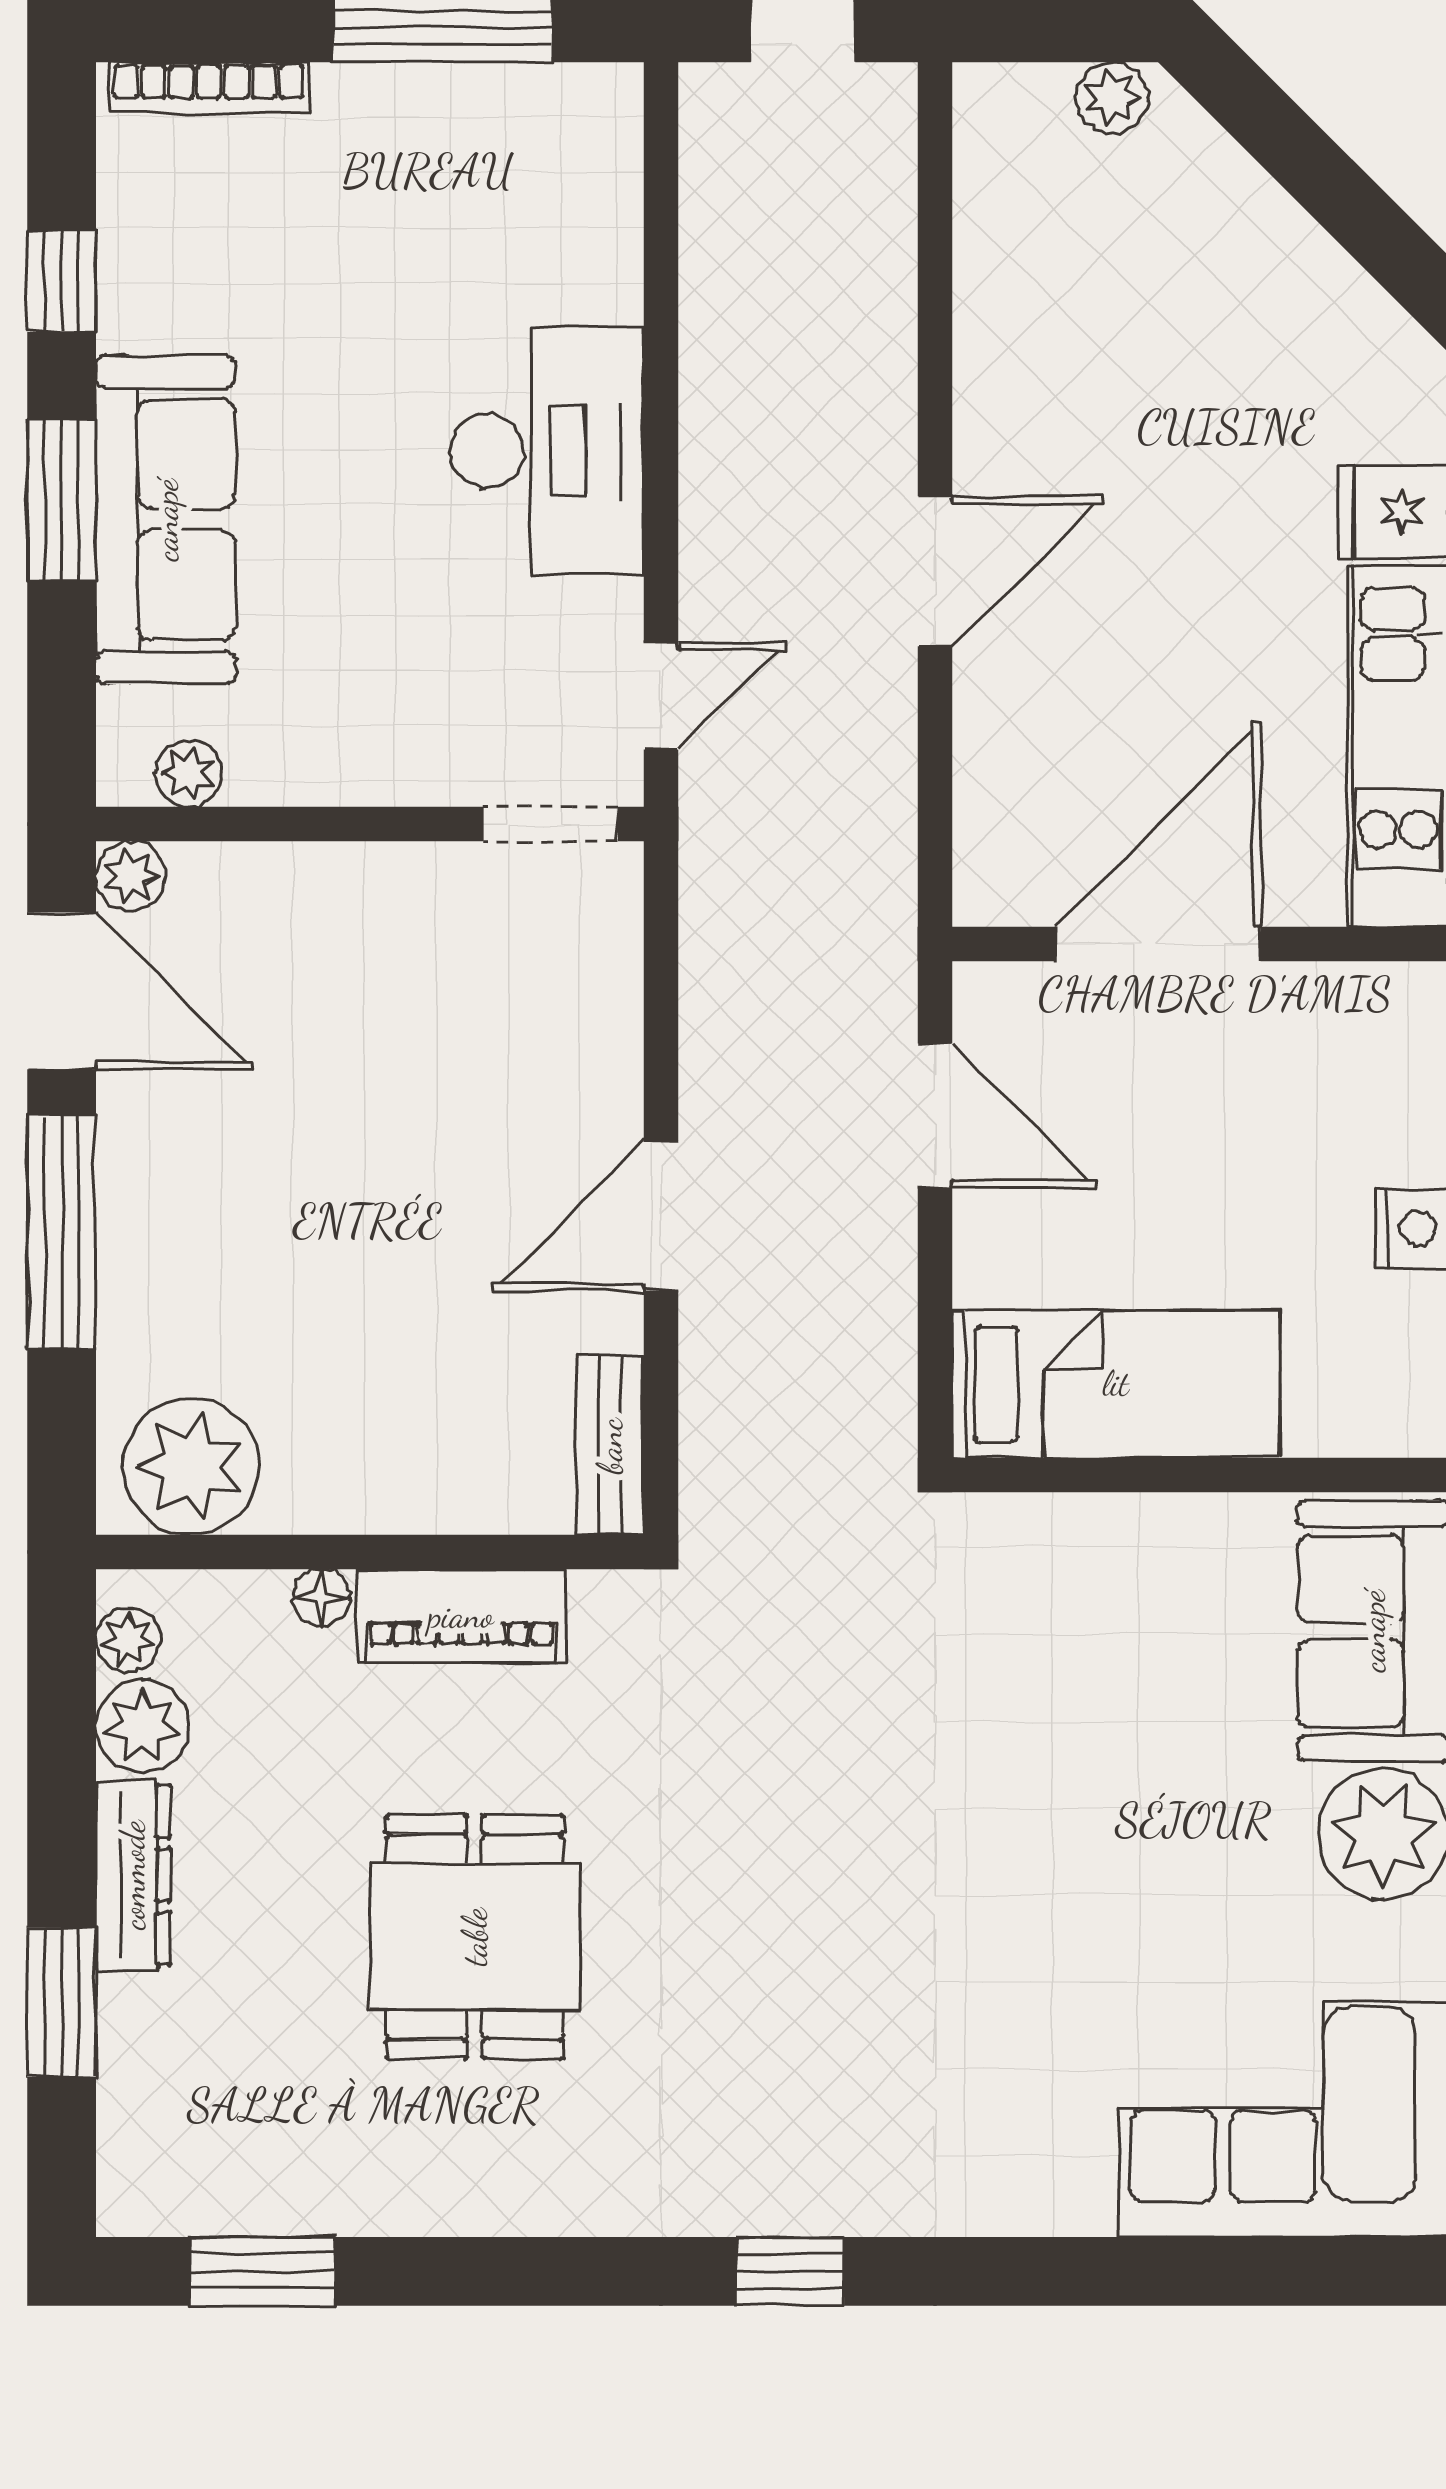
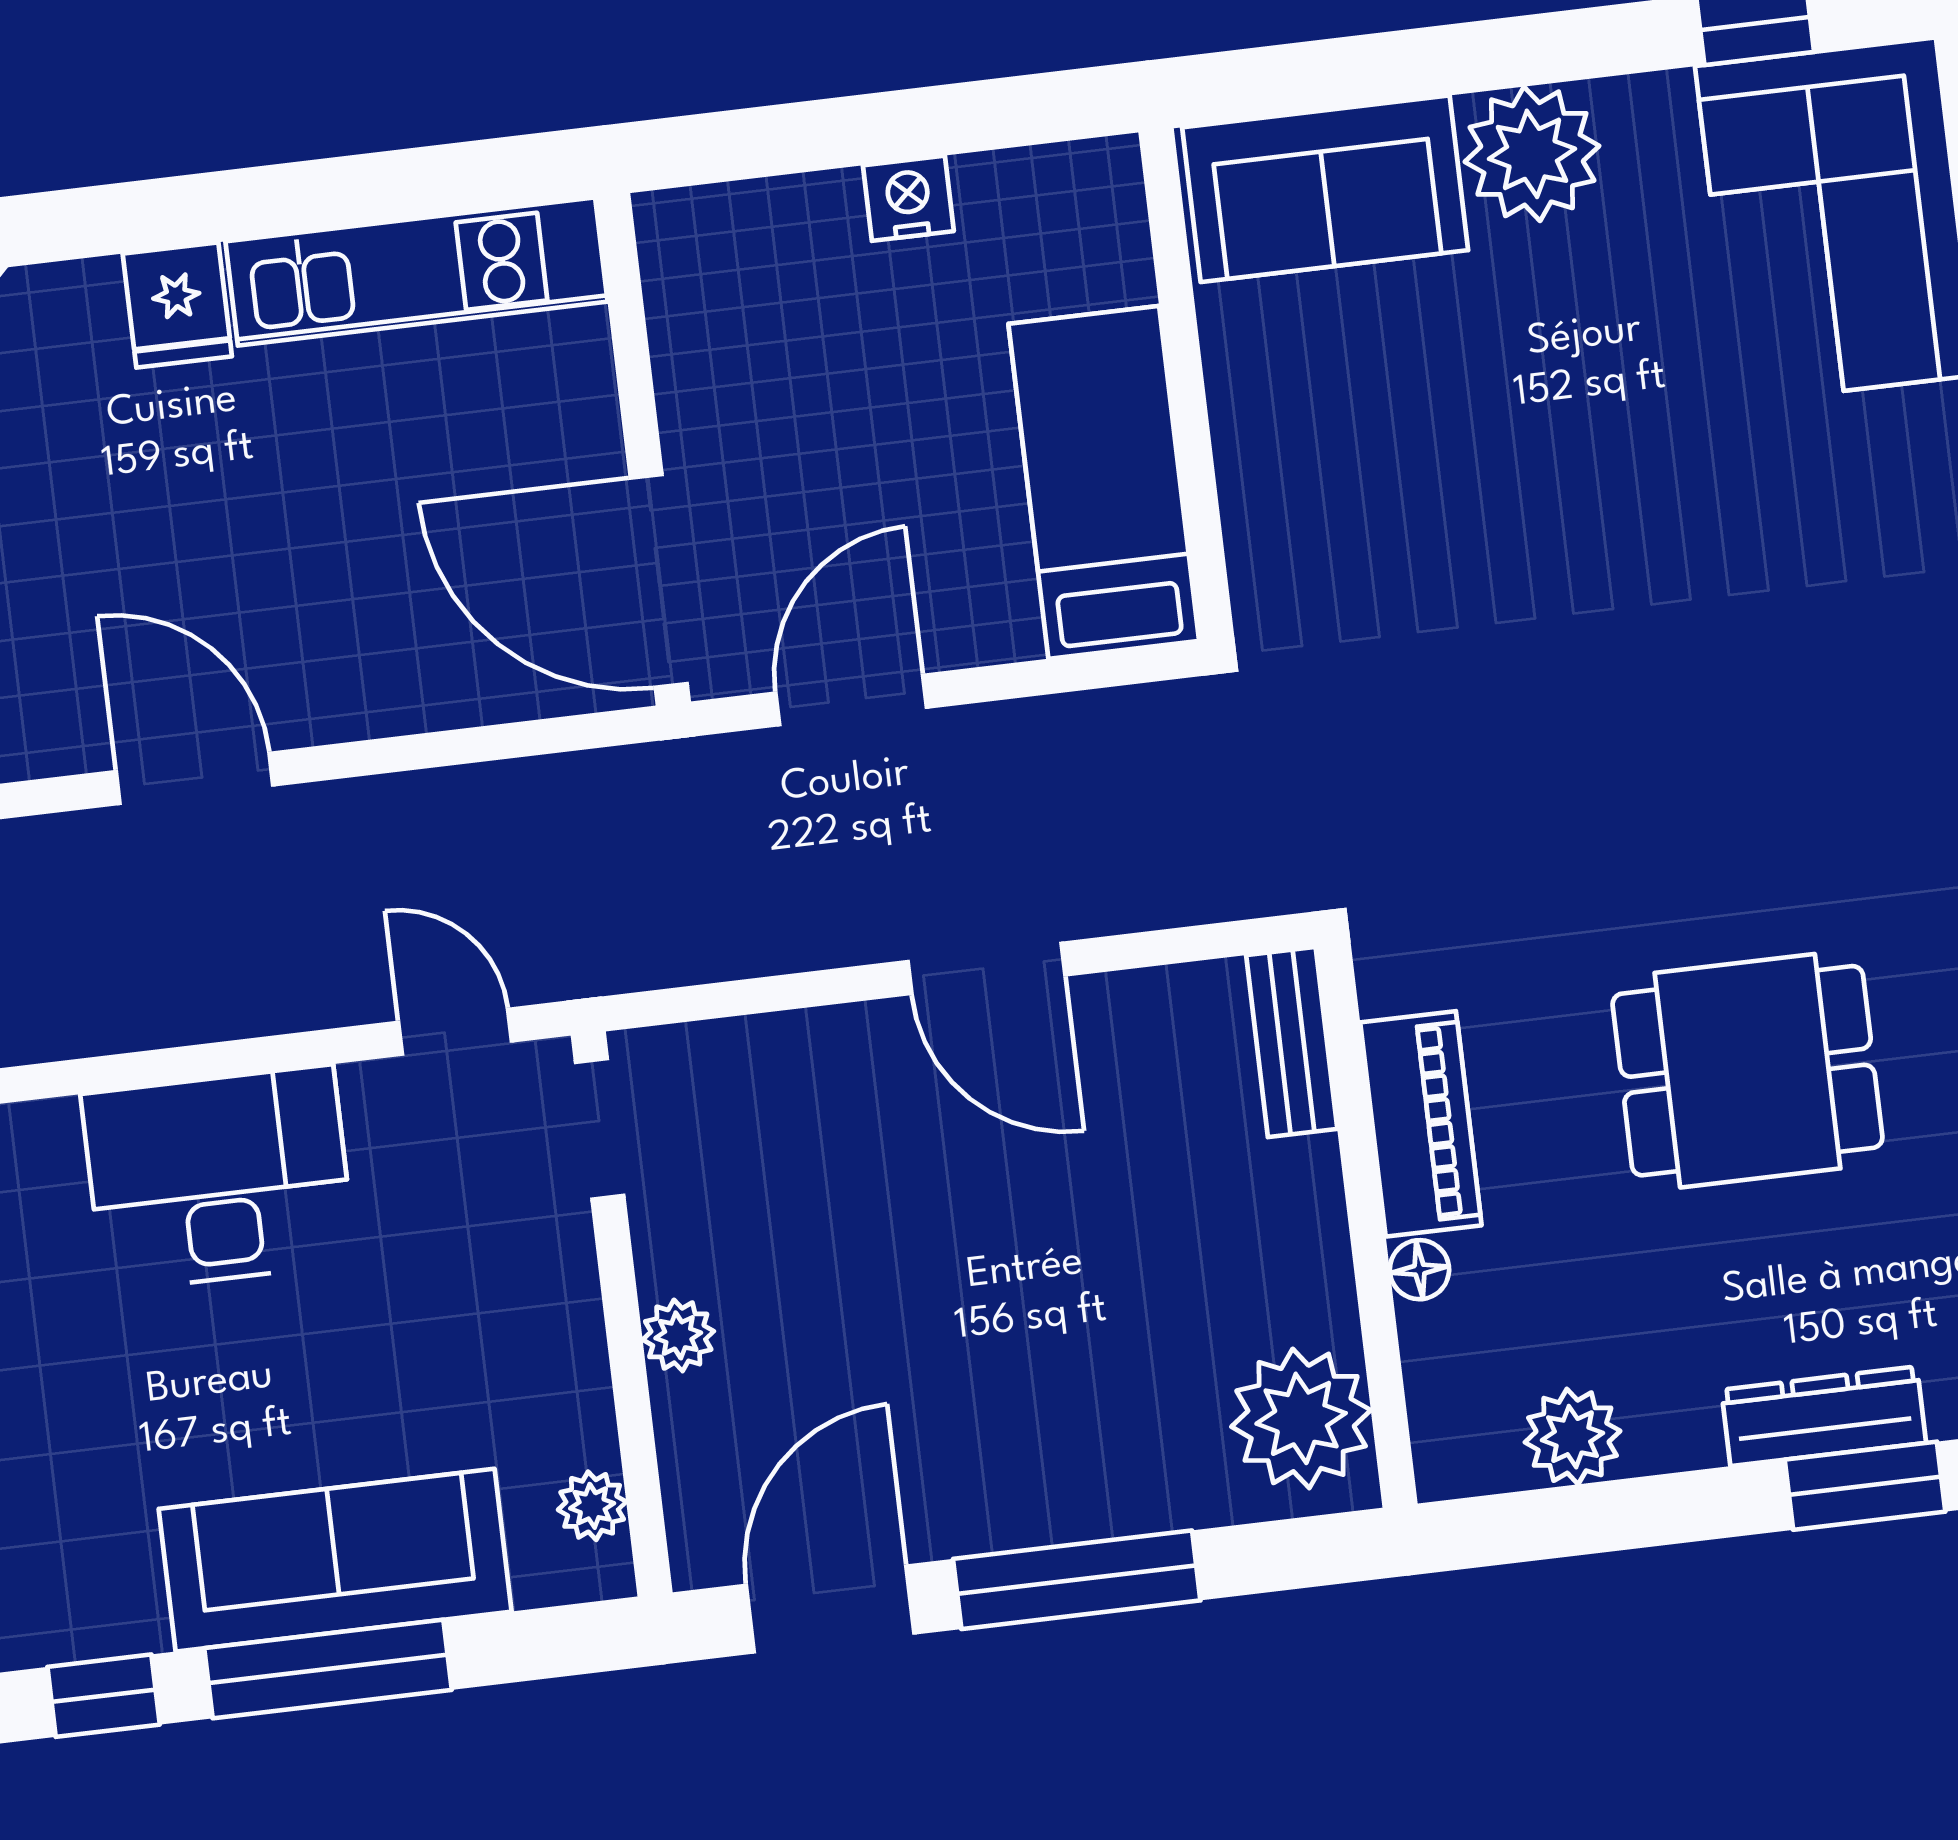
window: (62, 500) -> (328, 1669), width x1.44
door: (935, 571) -> (194, 778), moved
plant: (131, 876) -> (678, 1335), moved
door: (1158, 944) -> (659, 581), moved
bench: (610, 1446) -> (1292, 1042), moved, turned 90
plant: (128, 1640) -> (1486, 1462), removed
dresser: (133, 1875) -> (1824, 1416), moved

